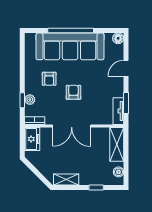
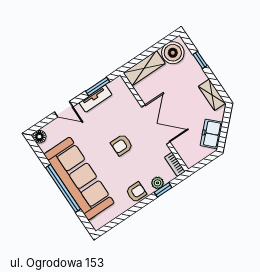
armchair: (49, 79) -> (136, 192), moved
tv unit: (118, 111) -> (96, 99), moved
freezer: (32, 139) -> (211, 134), moved, turned -45
boiler: (119, 172) -> (173, 53), width x1.86, depth x1.86

